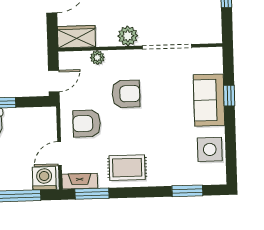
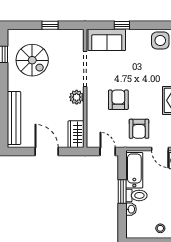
plant: (97, 57) -> (92, 120), removed
sofa: (209, 100) -> (107, 40), moved
bathtub: (29, 119) -> (134, 170), added

